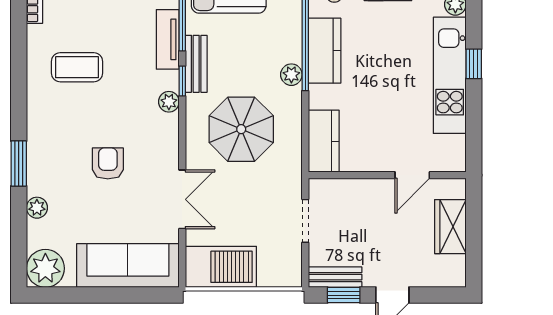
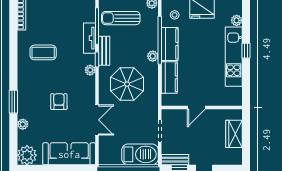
kitchen counter: (324, 141) -> (169, 77), moved
door: (412, 175) -> (196, 108), moved
barbecue: (221, 267) -> (140, 154), moved

